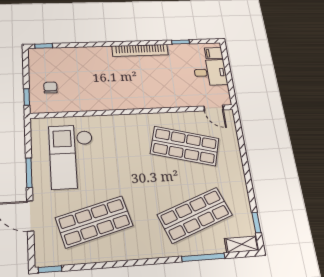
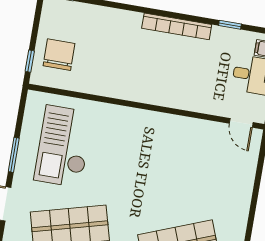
chair: (50, 88) -> (59, 55), width x1.87, depth x1.87
shop shelf: (185, 146) -> (192, 163), removed

